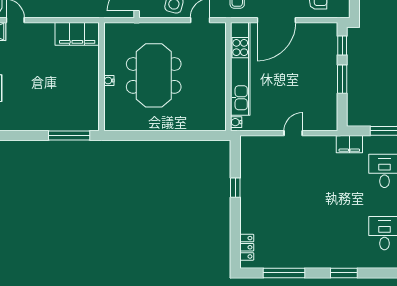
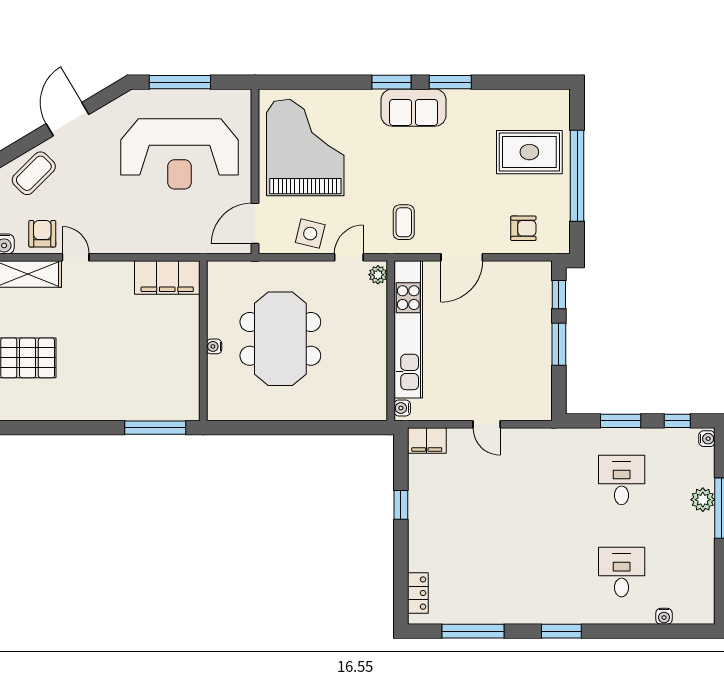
door: (276, 20) -> (462, 257), width x0.73
plant: (220, 32) -> (378, 275), added
door: (293, 133) -> (487, 424), swing flipped
filing cabinet: (349, 144) -> (427, 441), moved

